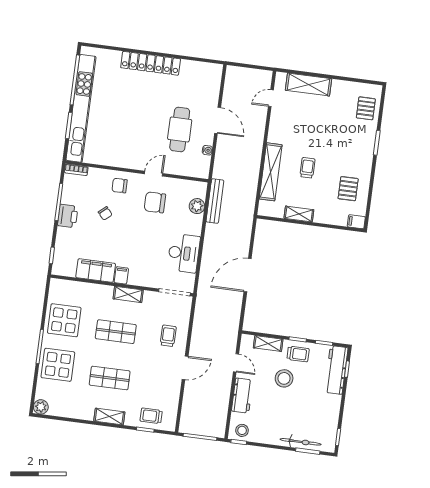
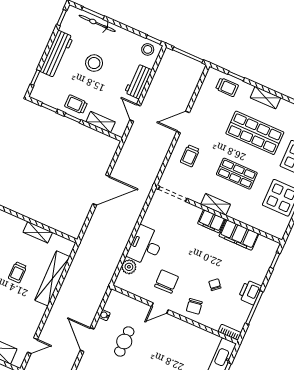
cafe table: (180, 130) -> (124, 341), width x0.73, depth x0.74
chair: (120, 186) -> (194, 306), turned 82
bench: (215, 201) -> (111, 267), removed
chair: (155, 202) -> (166, 282), turned -91
desk: (184, 253) -> (146, 246), moved
filing cabinet: (121, 275) -> (211, 221), width x2.00
workbench: (336, 370) -> (57, 54), moved
shop shelf: (110, 378) -> (255, 133), width x1.43, depth x1.36
stool: (284, 378) -> (94, 63), moved

